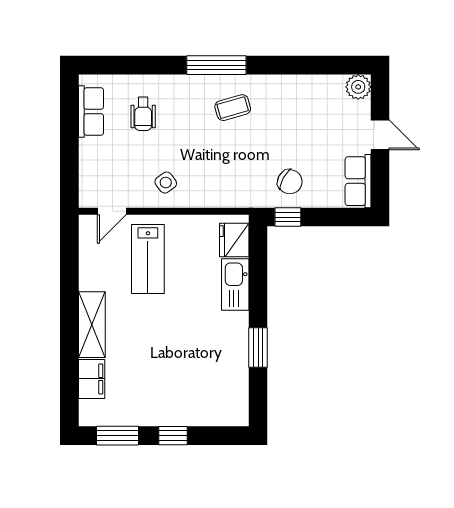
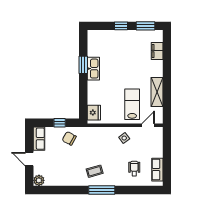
window: (288, 217) -> (60, 123), moved
kitchen sink: (235, 285) -> (93, 69), moved
shelving: (92, 325) -> (157, 92), moved

